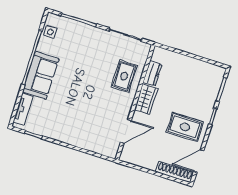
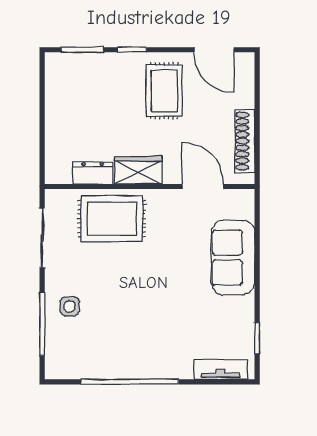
side table: (50, 32) -> (70, 306), moved
sofa: (41, 75) -> (233, 258), moved, turned -90
rug: (124, 76) -> (112, 219), width x1.36, depth x1.43
shoe rack: (175, 172) -> (245, 141), moved

